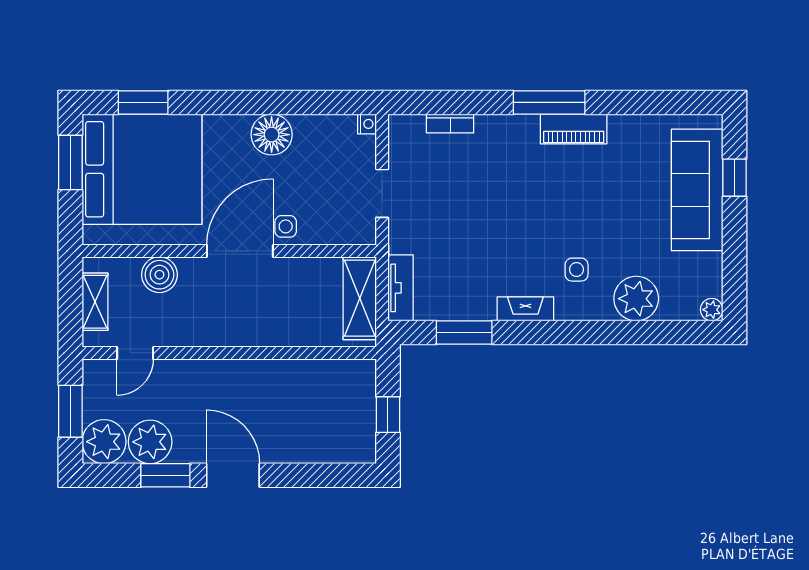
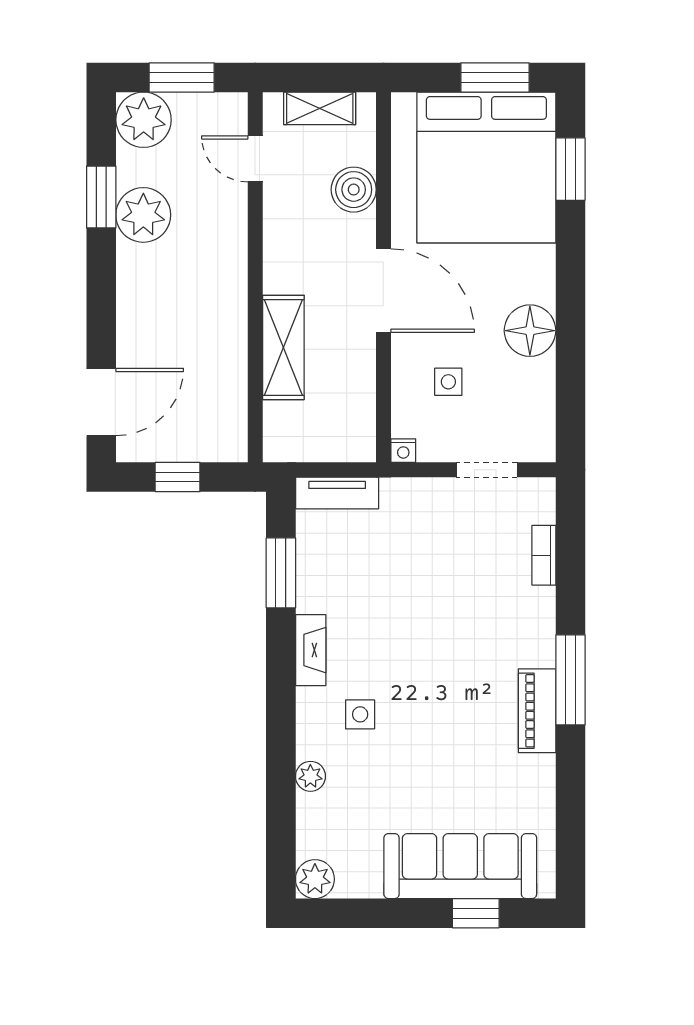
nightstand: (367, 124) -> (403, 451), moved
doorway: (382, 193) -> (487, 470), moved
side table: (286, 226) -> (448, 382), moved
shelving: (360, 298) -> (283, 347), moved, turned 90
plant: (636, 299) -> (310, 776), width x0.53, depth x0.53
plant: (712, 310) -> (315, 879), width x1.38, depth x1.38
plant: (150, 442) -> (143, 215), moved
door: (233, 475) -> (101, 402), moved

